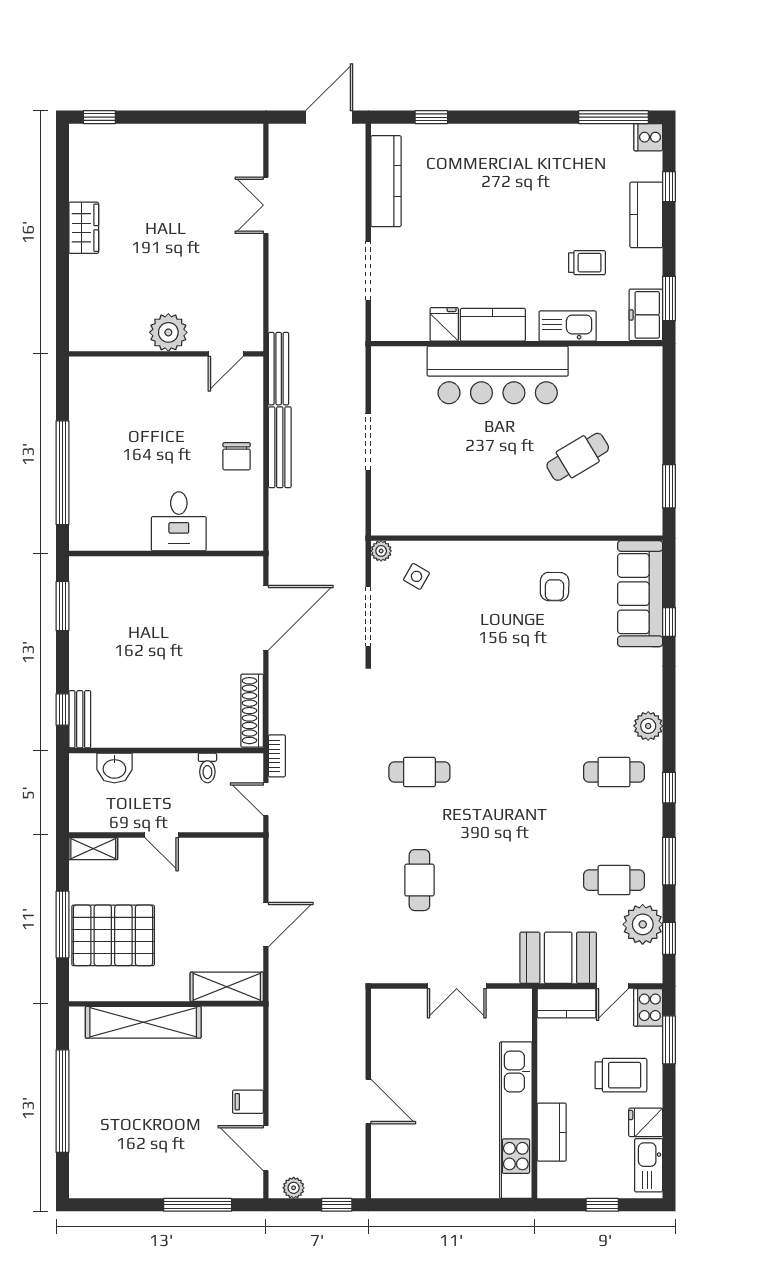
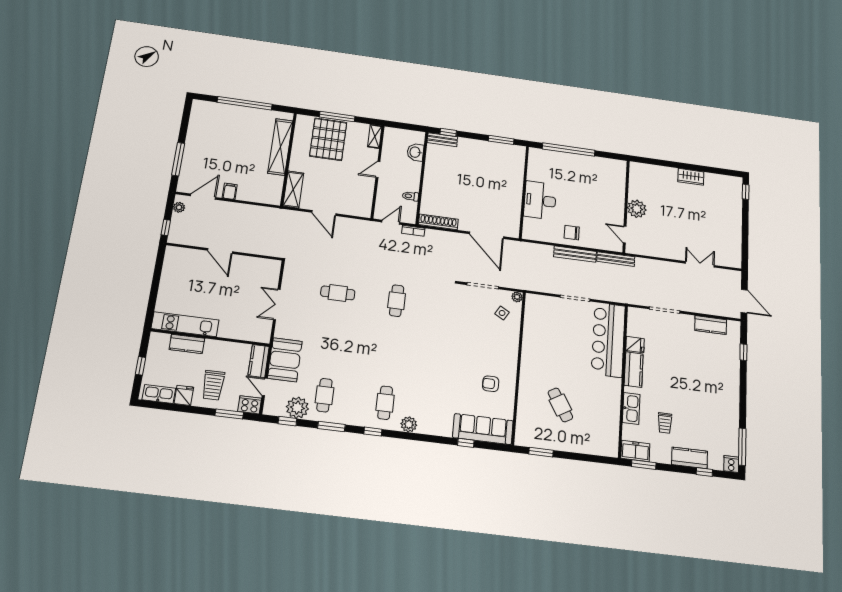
kitchen counter: (386, 181) -> (711, 325), width x0.67
bar counter: (498, 375) -> (608, 340), moved
desk: (179, 521) -> (540, 200), width x1.37
door: (368, 1101) -> (220, 251), hinge flipped
kitchen unit: (516, 1120) -> (185, 324), width x0.73

